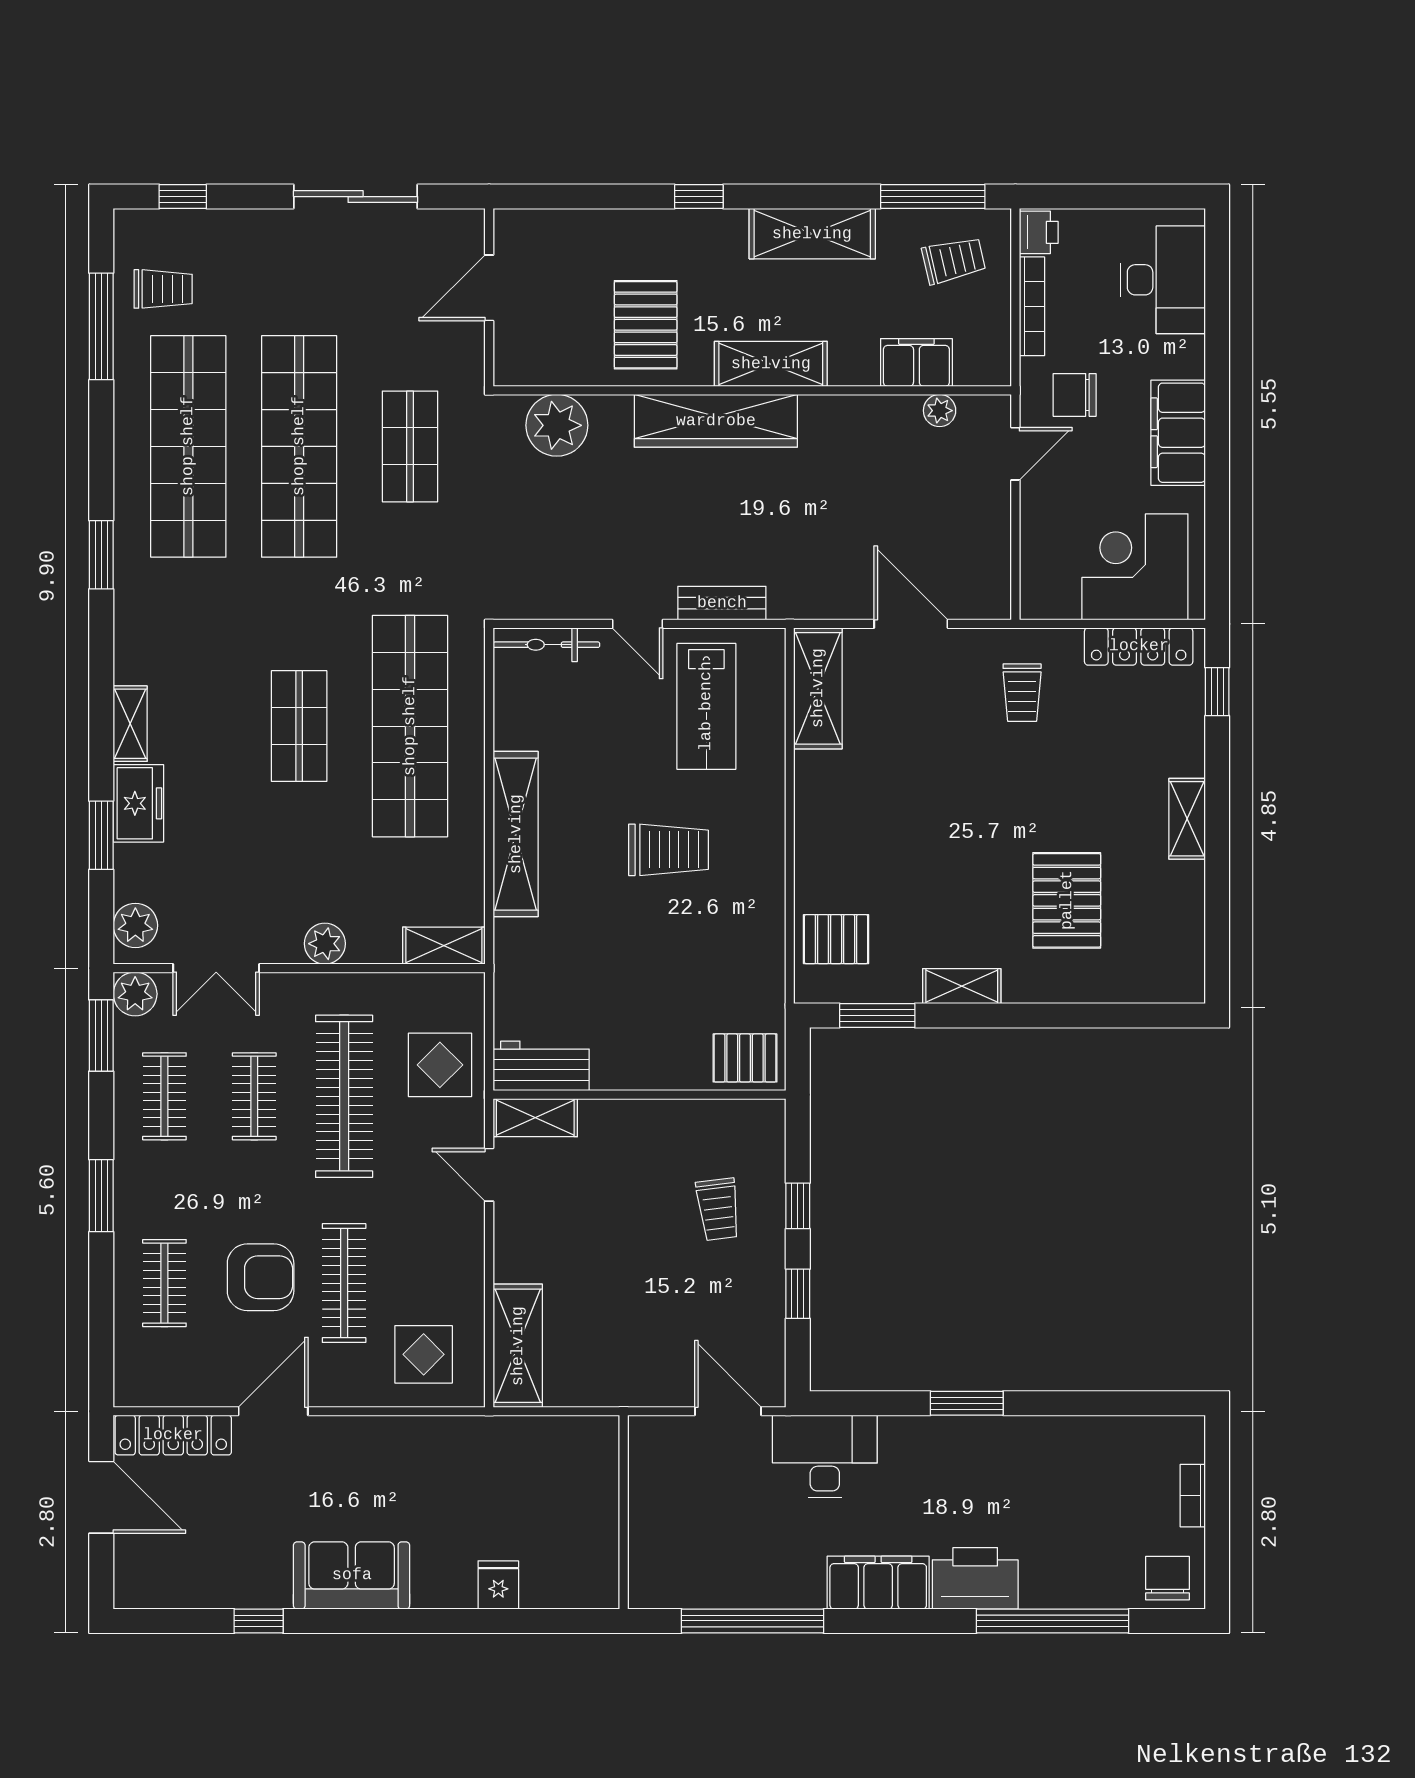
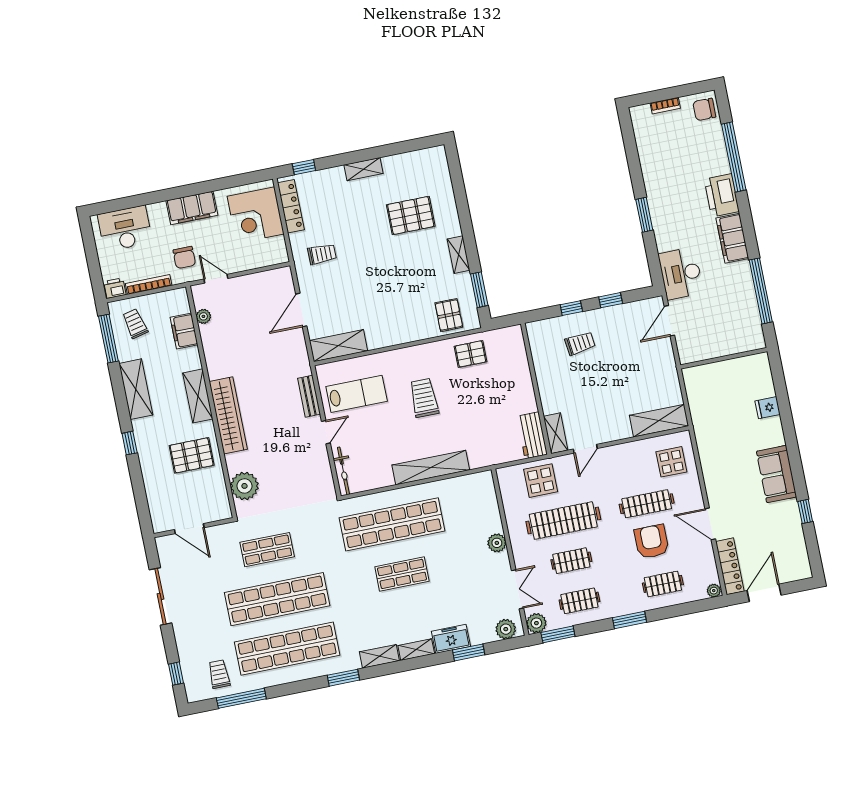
shelving: (444, 946) -> (379, 656), moved, turned 90
pallet: (745, 1058) -> (471, 354), moved, turned 90
plant: (128, 1390) -> (714, 591), added

